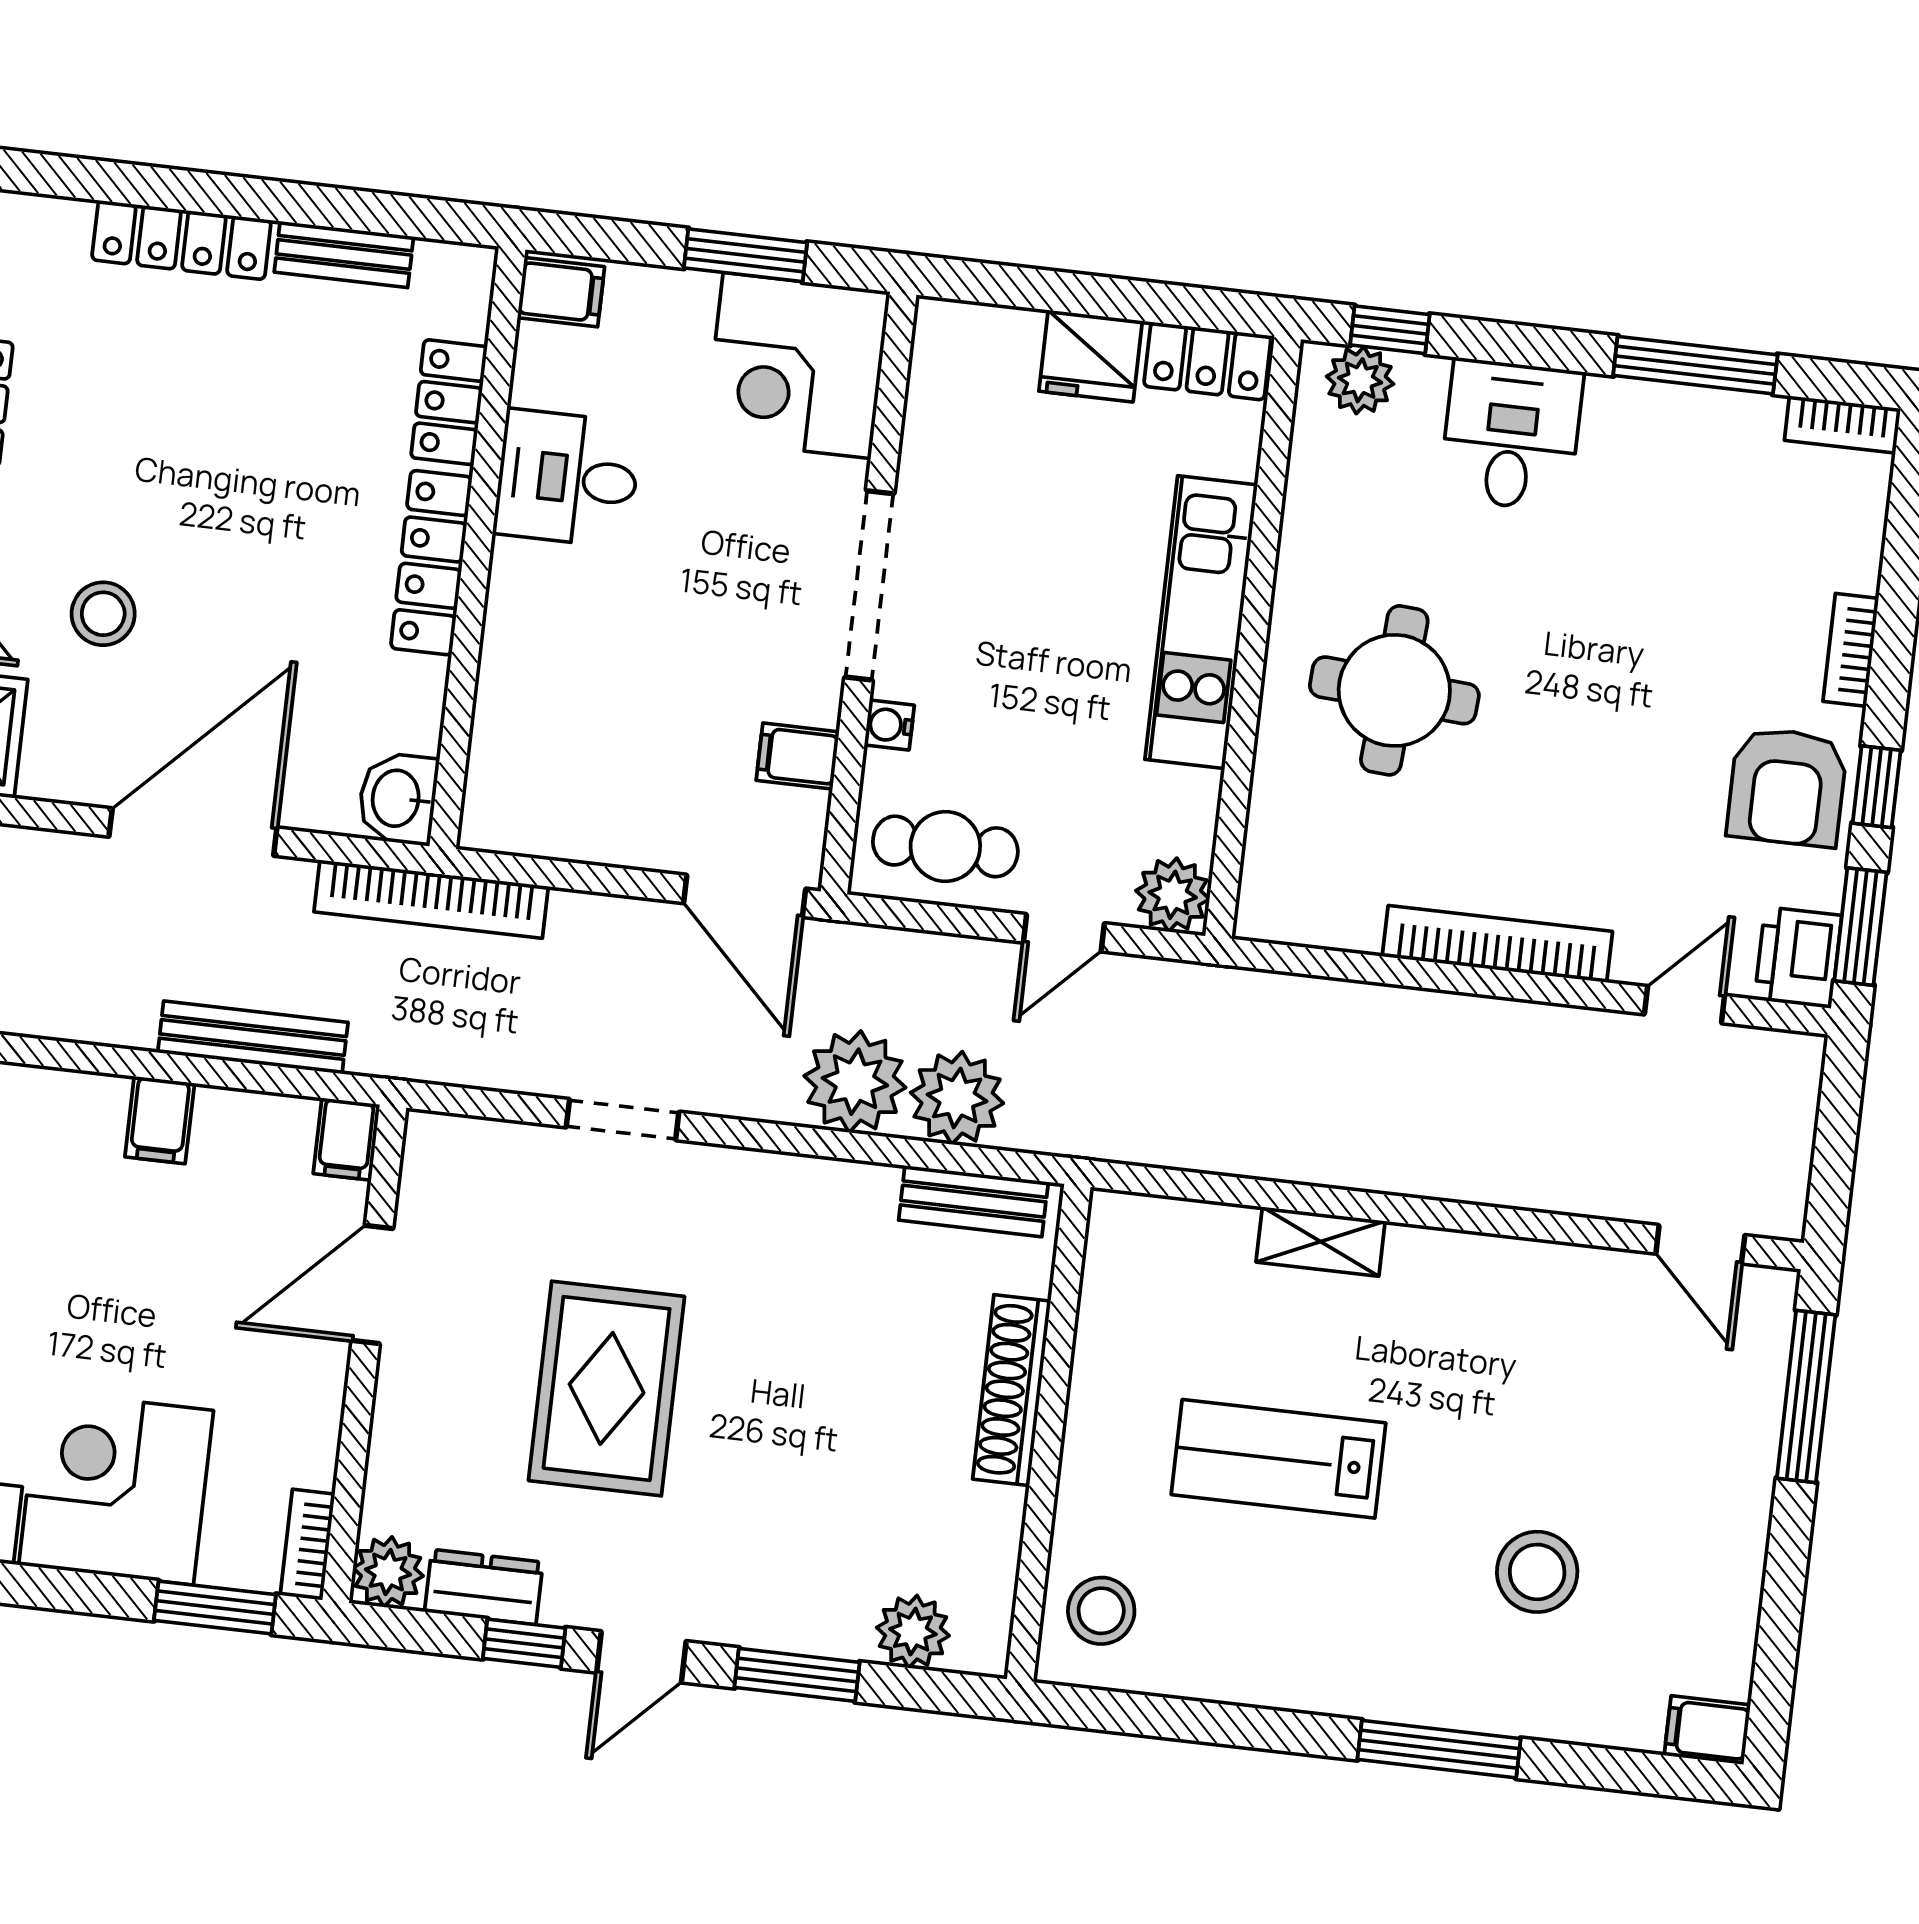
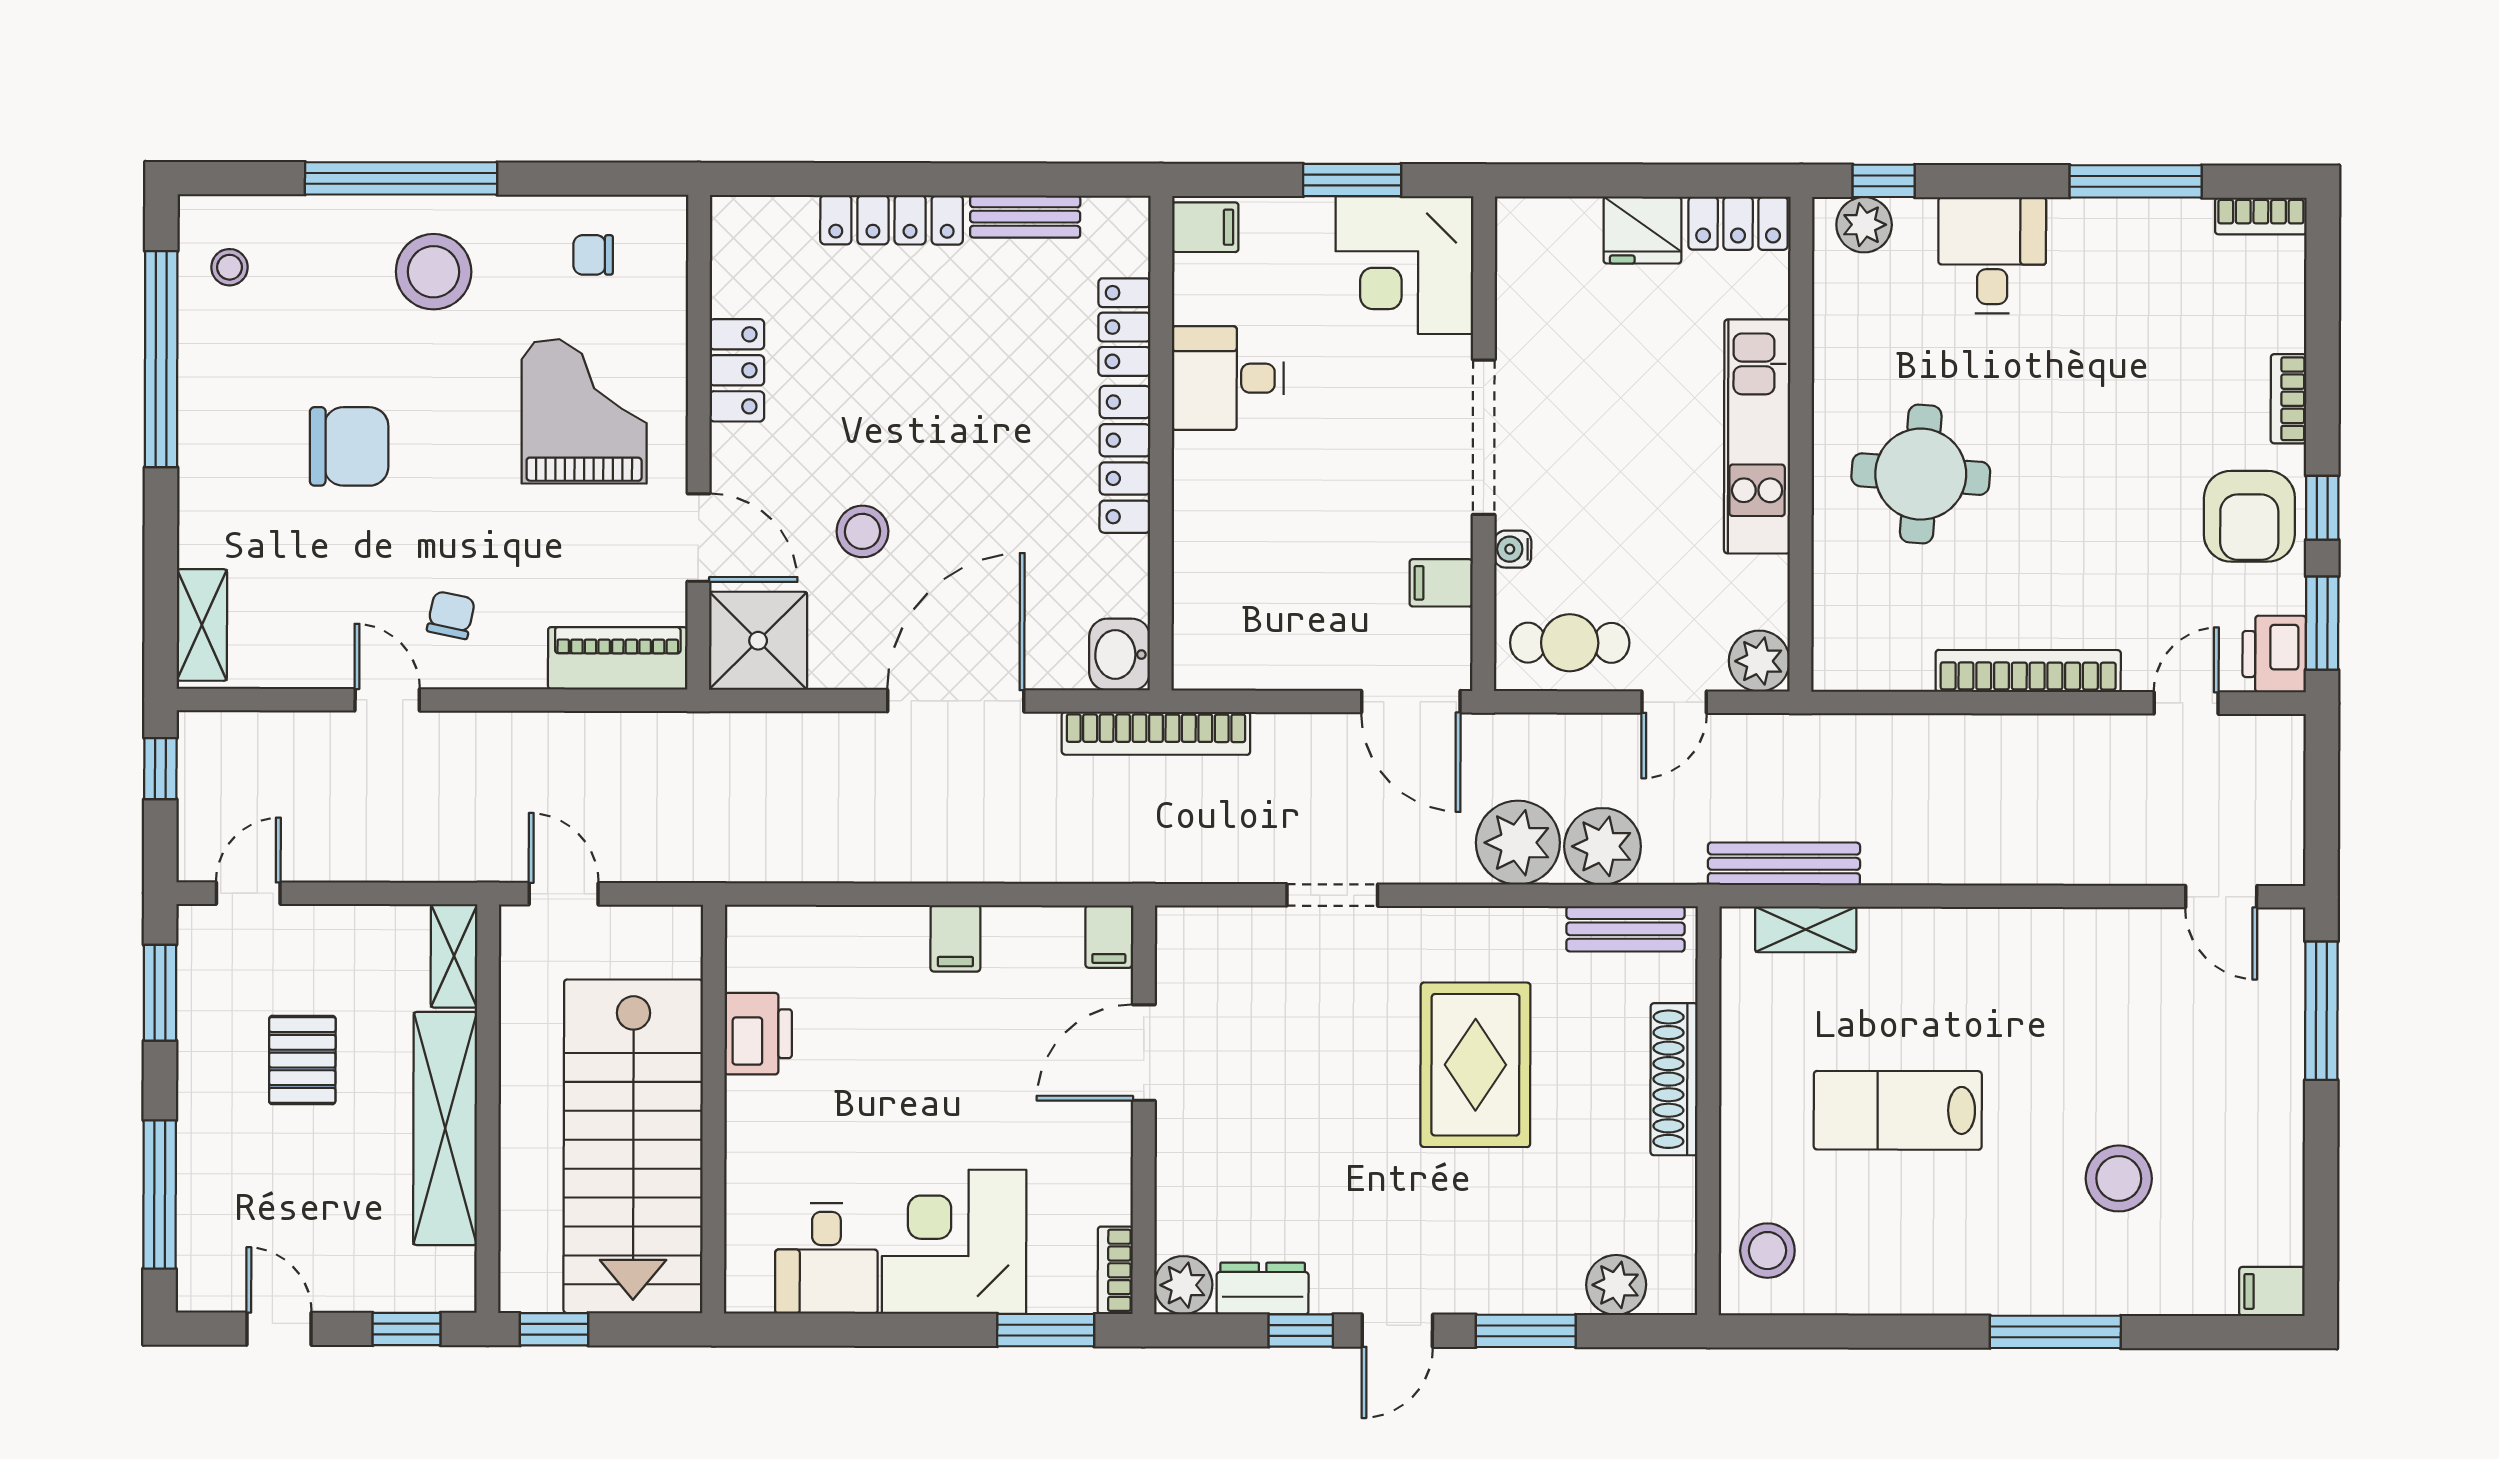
bench: (253, 1037) -> (1784, 864), moved
shelving: (1321, 1242) -> (1806, 929), moved
rug: (607, 1388) -> (1475, 1065), moved

